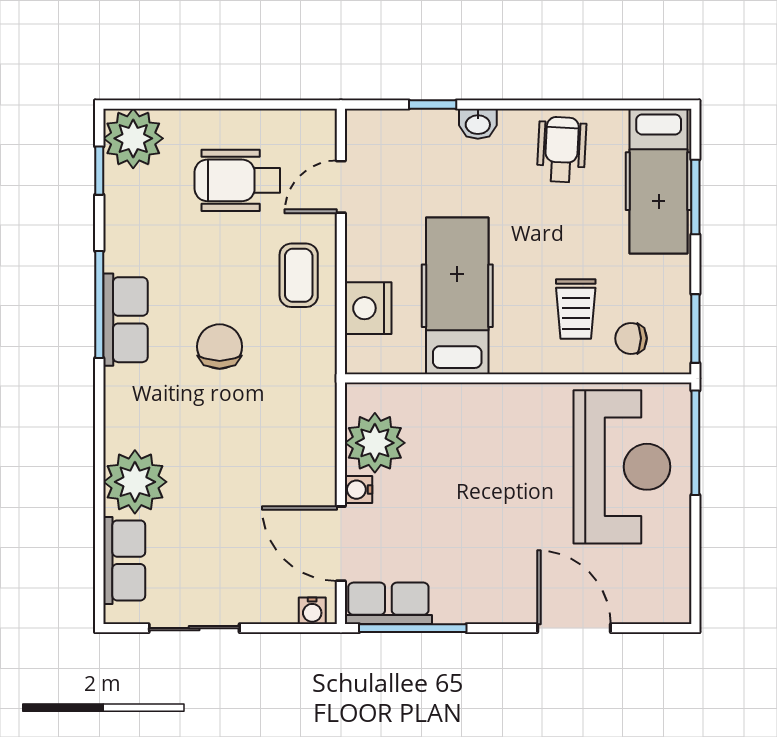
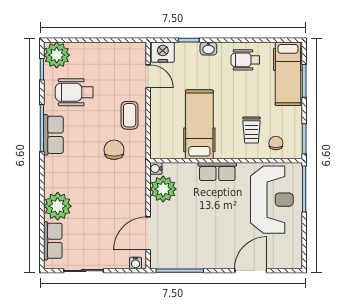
wheelchair: (562, 149) -> (245, 60), turned -93
wheelchair: (237, 180) -> (74, 92), moved
door: (341, 187) -> (148, 76), swing flipped
nightstand: (368, 308) -> (163, 52), moved, turned 90
chair: (631, 338) -> (276, 143), turned 90
chair: (220, 347) -> (114, 150), moved
water cooler: (359, 490) -> (156, 168), moved
door: (341, 544) -> (148, 233), hinge flipped
row of seats: (388, 603) -> (217, 172), moved, turned 180
door: (574, 628) -> (251, 271), hinge flipped

